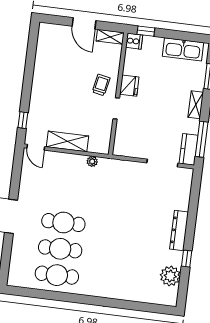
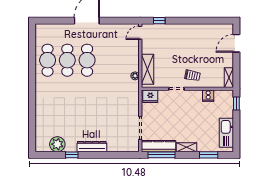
door: (84, 23) -> (236, 43), moved
cooker: (134, 41) -> (208, 96), moved
fridge: (129, 86) -> (150, 96), moved
shelving: (68, 141) -> (148, 69), moved
kitchen counter: (189, 149) -> (159, 146), width x1.50

